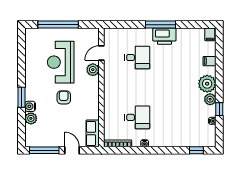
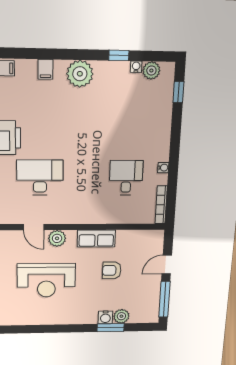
desk: (137, 58) -> (40, 177), width x1.37
window: (22, 97) -> (111, 328), moved
armchair: (64, 97) -> (112, 270), moved
plant: (210, 99) -> (151, 70), moved
row of seats: (93, 133) -> (96, 238), moved

